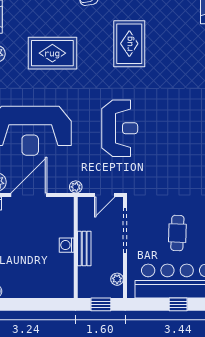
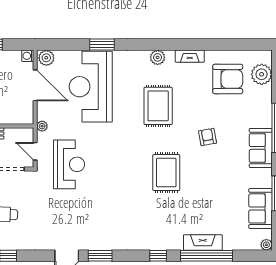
rug: (129, 44) -> (166, 173), turned 90
reception desk: (120, 128) -> (69, 164), moved, turned -90

